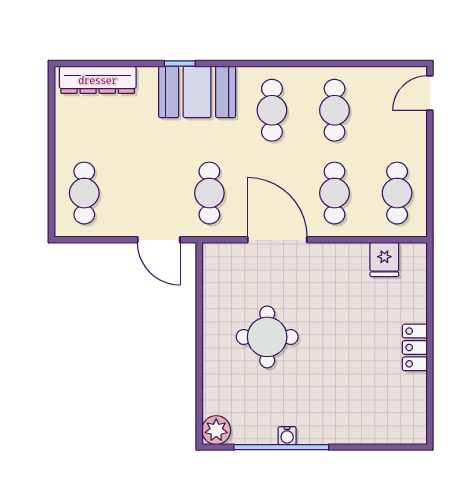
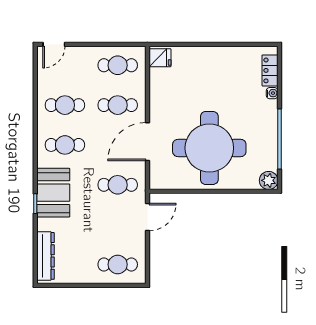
door: (430, 93) -> (54, 44), hinge flipped
fridge: (384, 259) -> (160, 58), moved
round table: (267, 337) -> (209, 148), width x1.86, depth x1.86
locker: (415, 347) -> (270, 70), moved, turned 90
water cooler: (287, 436) -> (272, 93), moved

